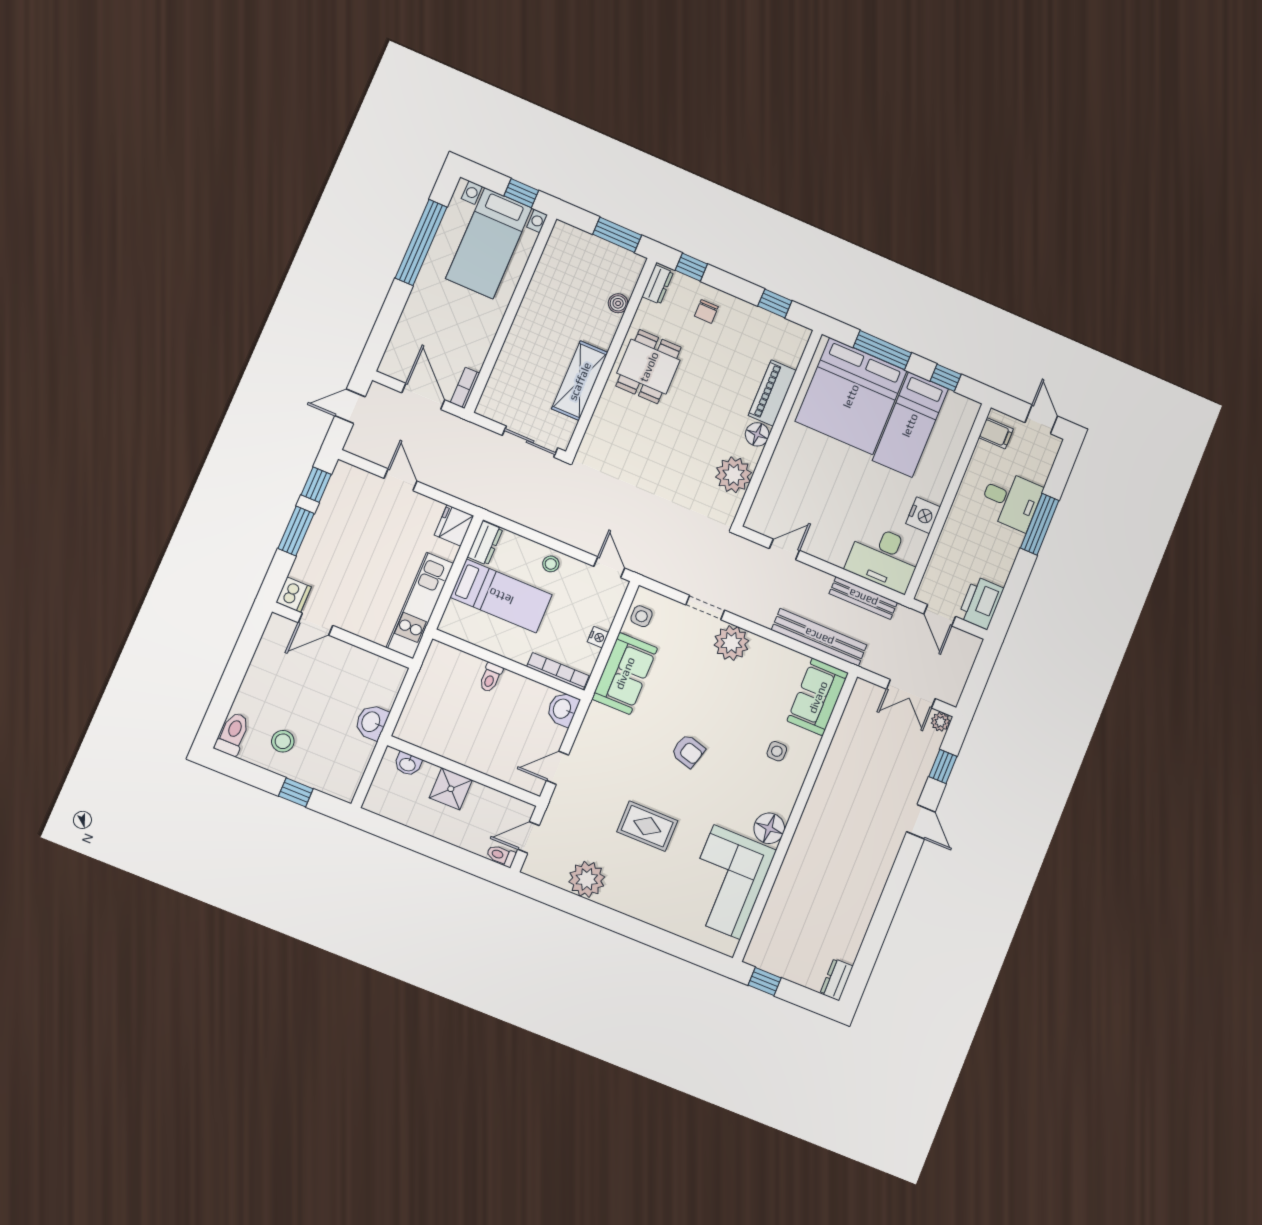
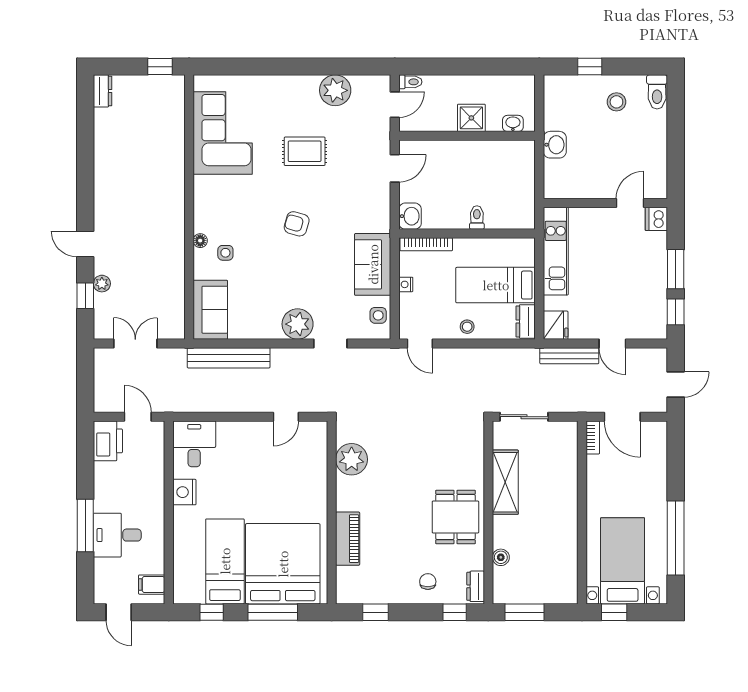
floor lamp: (757, 434) -> (346, 500), removed
desk: (884, 558) -> (194, 444), width x0.73
bench: (863, 598) -> (569, 356), moved
plant: (941, 722) -> (102, 284), moved
floor lamp: (769, 828) -> (200, 241), moved, width x0.53, depth x0.53

